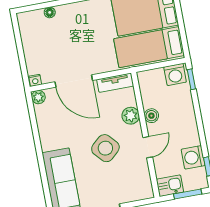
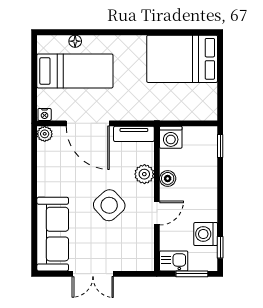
bed: (149, 47) -> (75, 71), moved, turned 180
washing machine: (175, 74) -> (171, 137), moved

